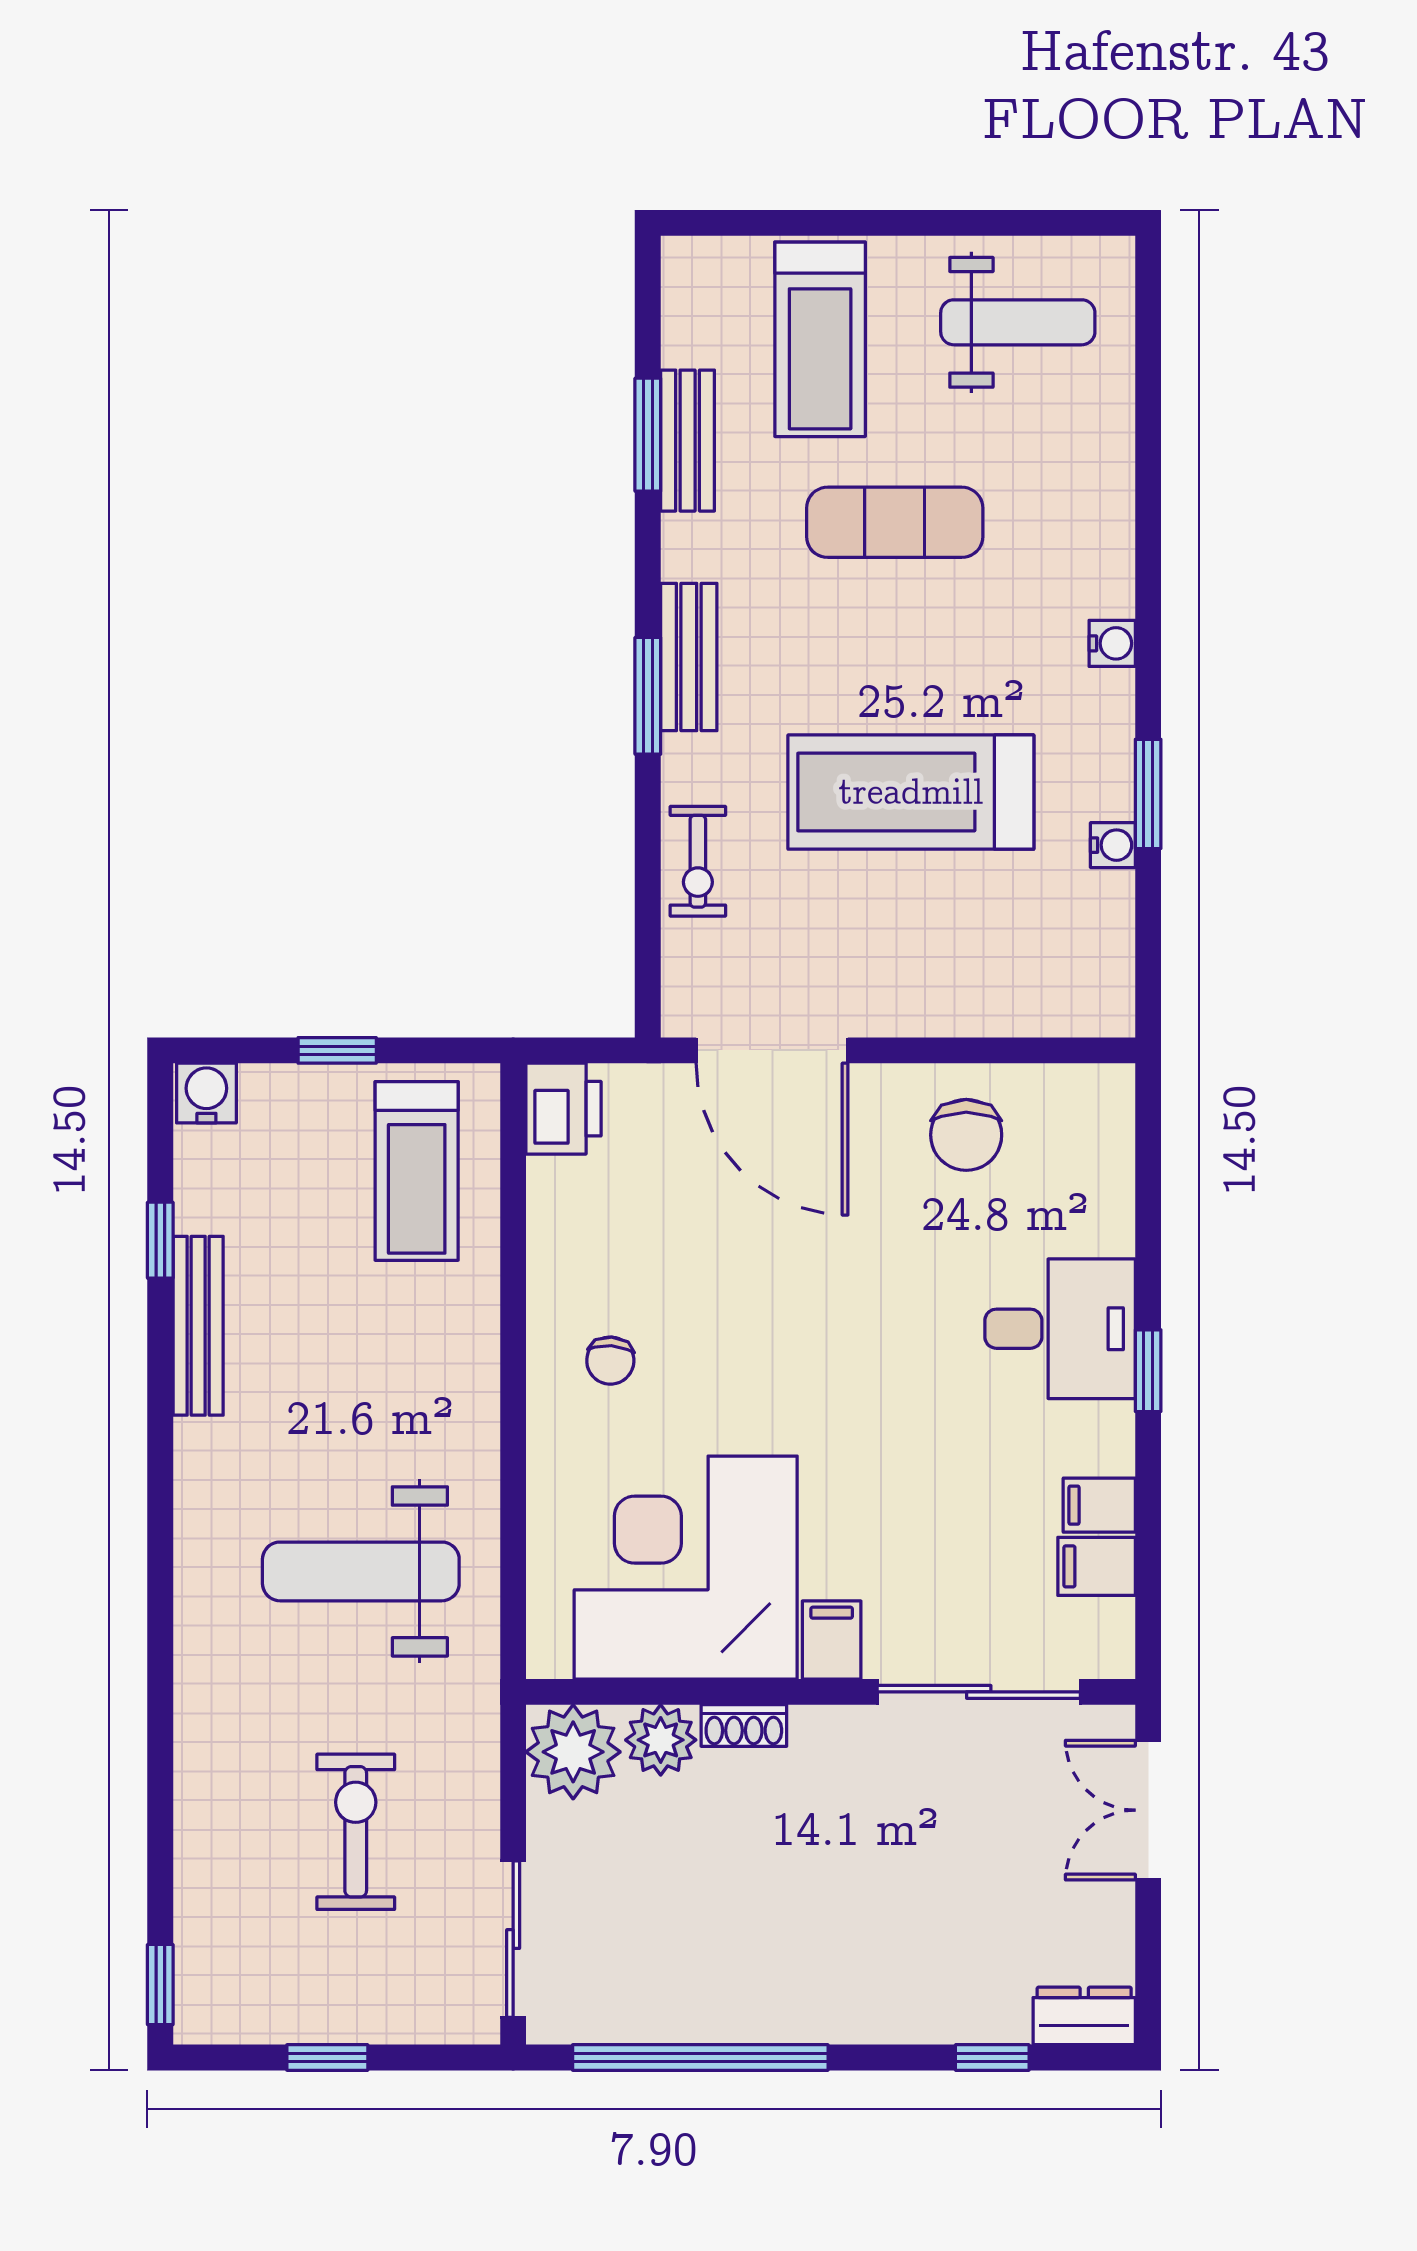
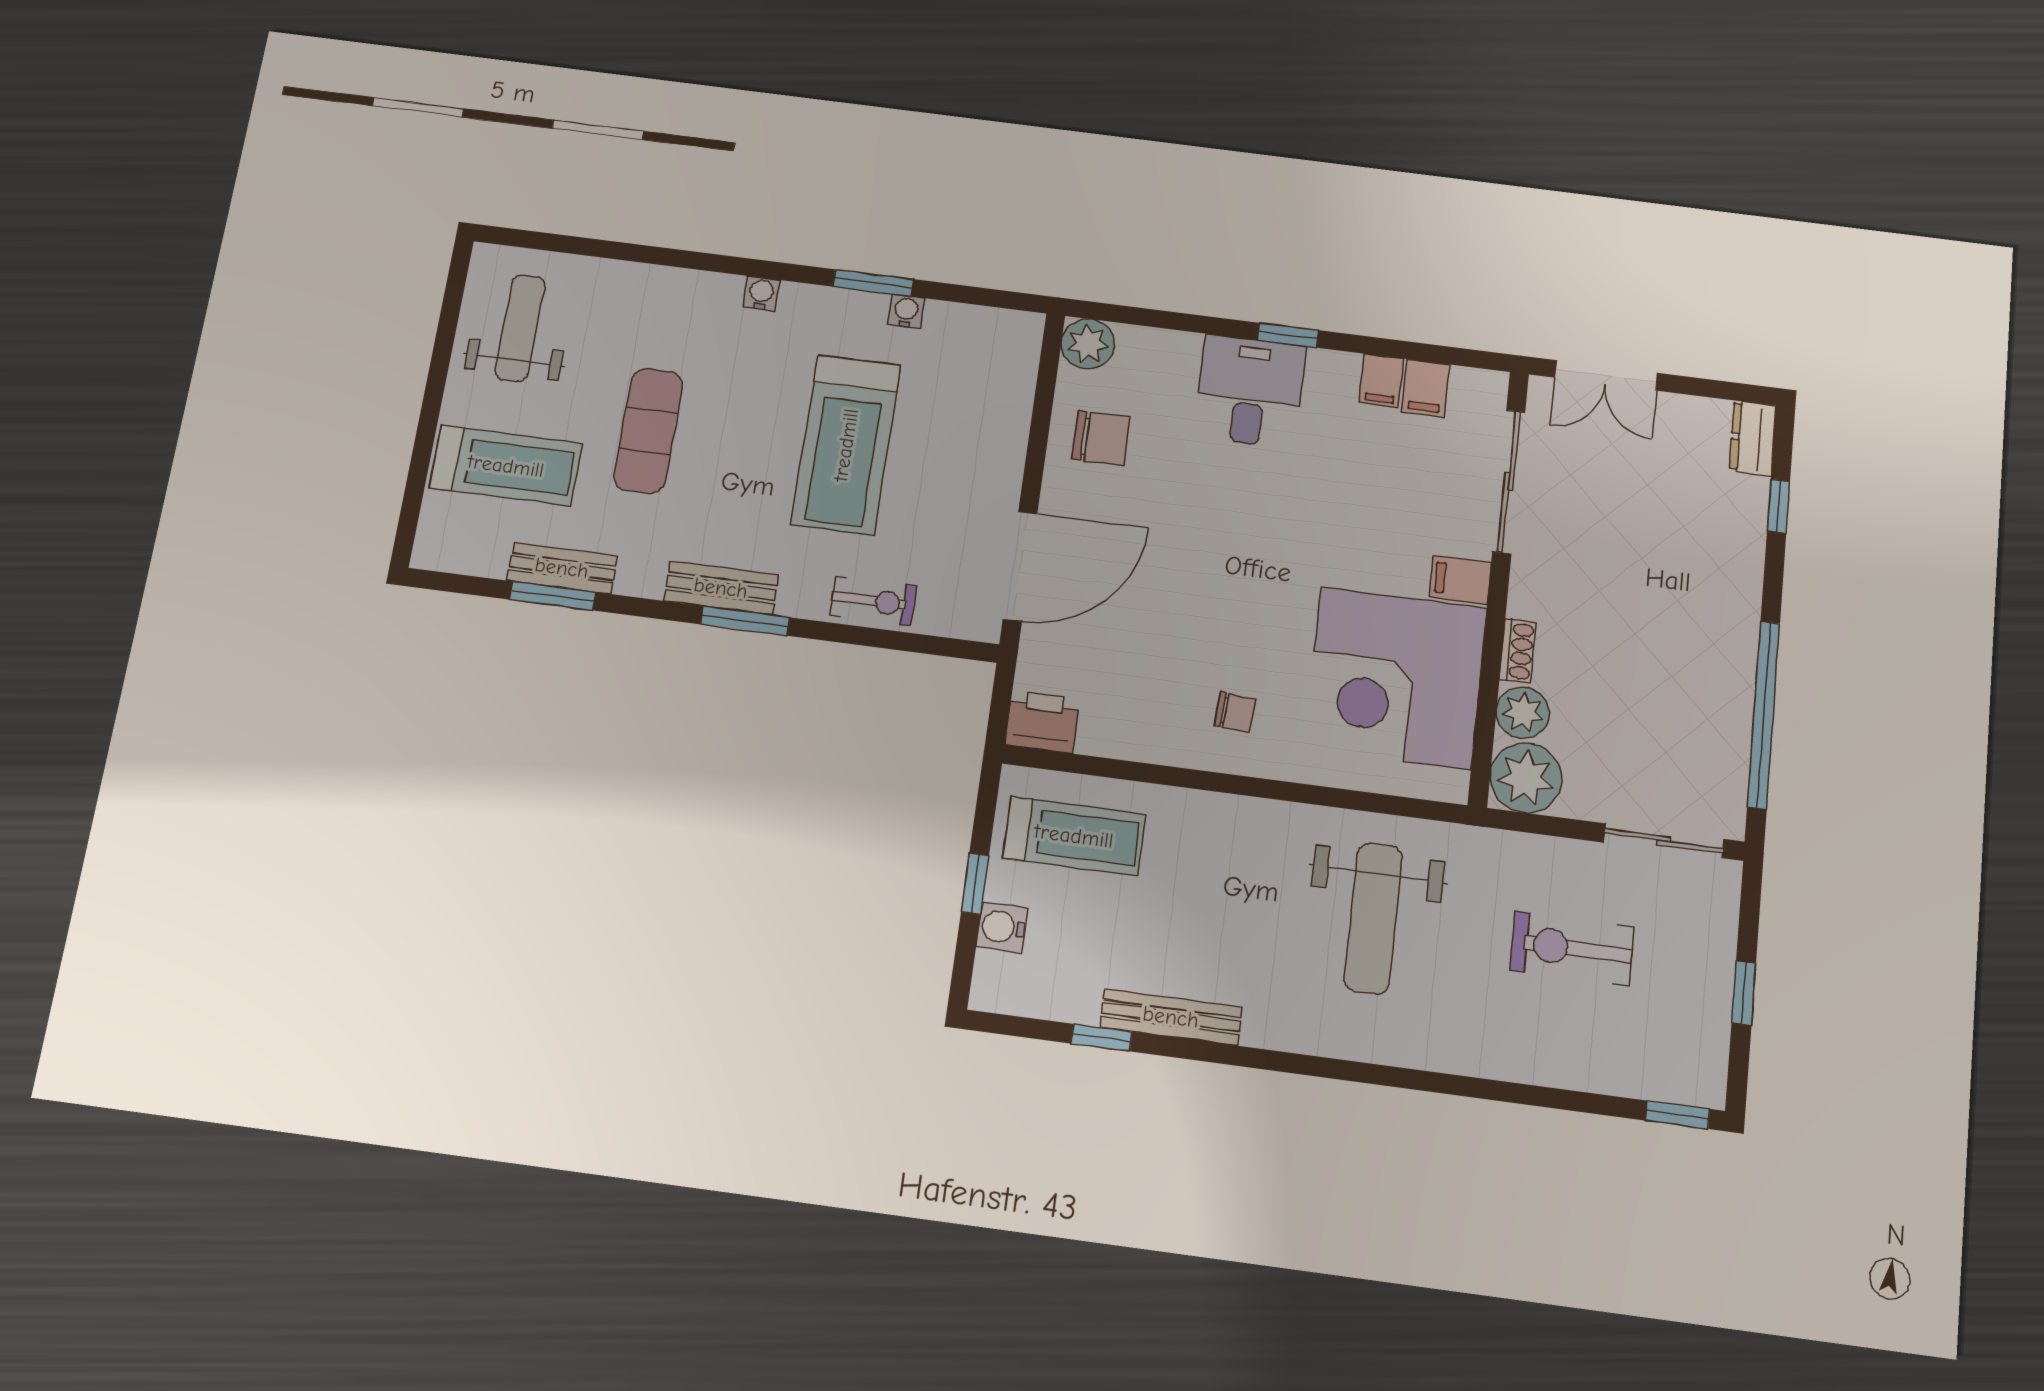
water cooler: (206, 1093) -> (1002, 927), moved
plant: (1099, 1100) -> (1088, 344), added

